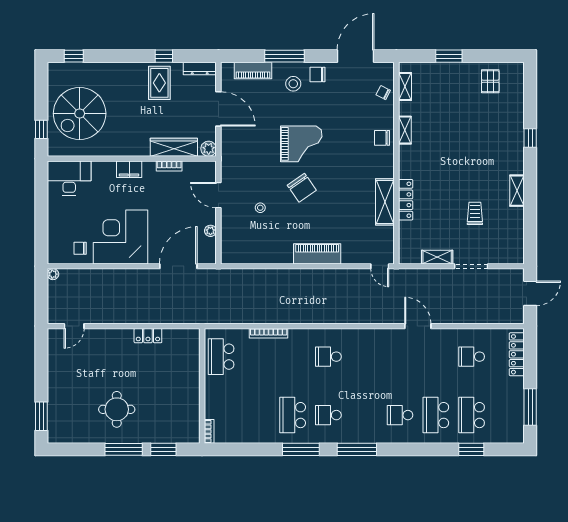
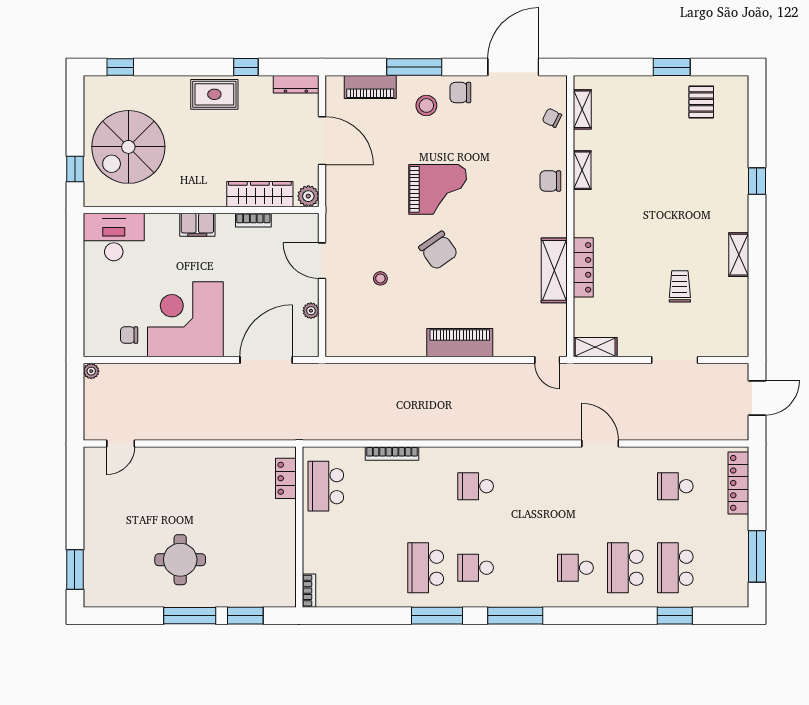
window: (449, 56) -> (672, 67), moved
rug: (159, 83) -> (214, 94), moved, turned 90
shelving: (437, 257) -> (595, 347), moved
locker: (148, 336) -> (286, 478), moved, turned 90

